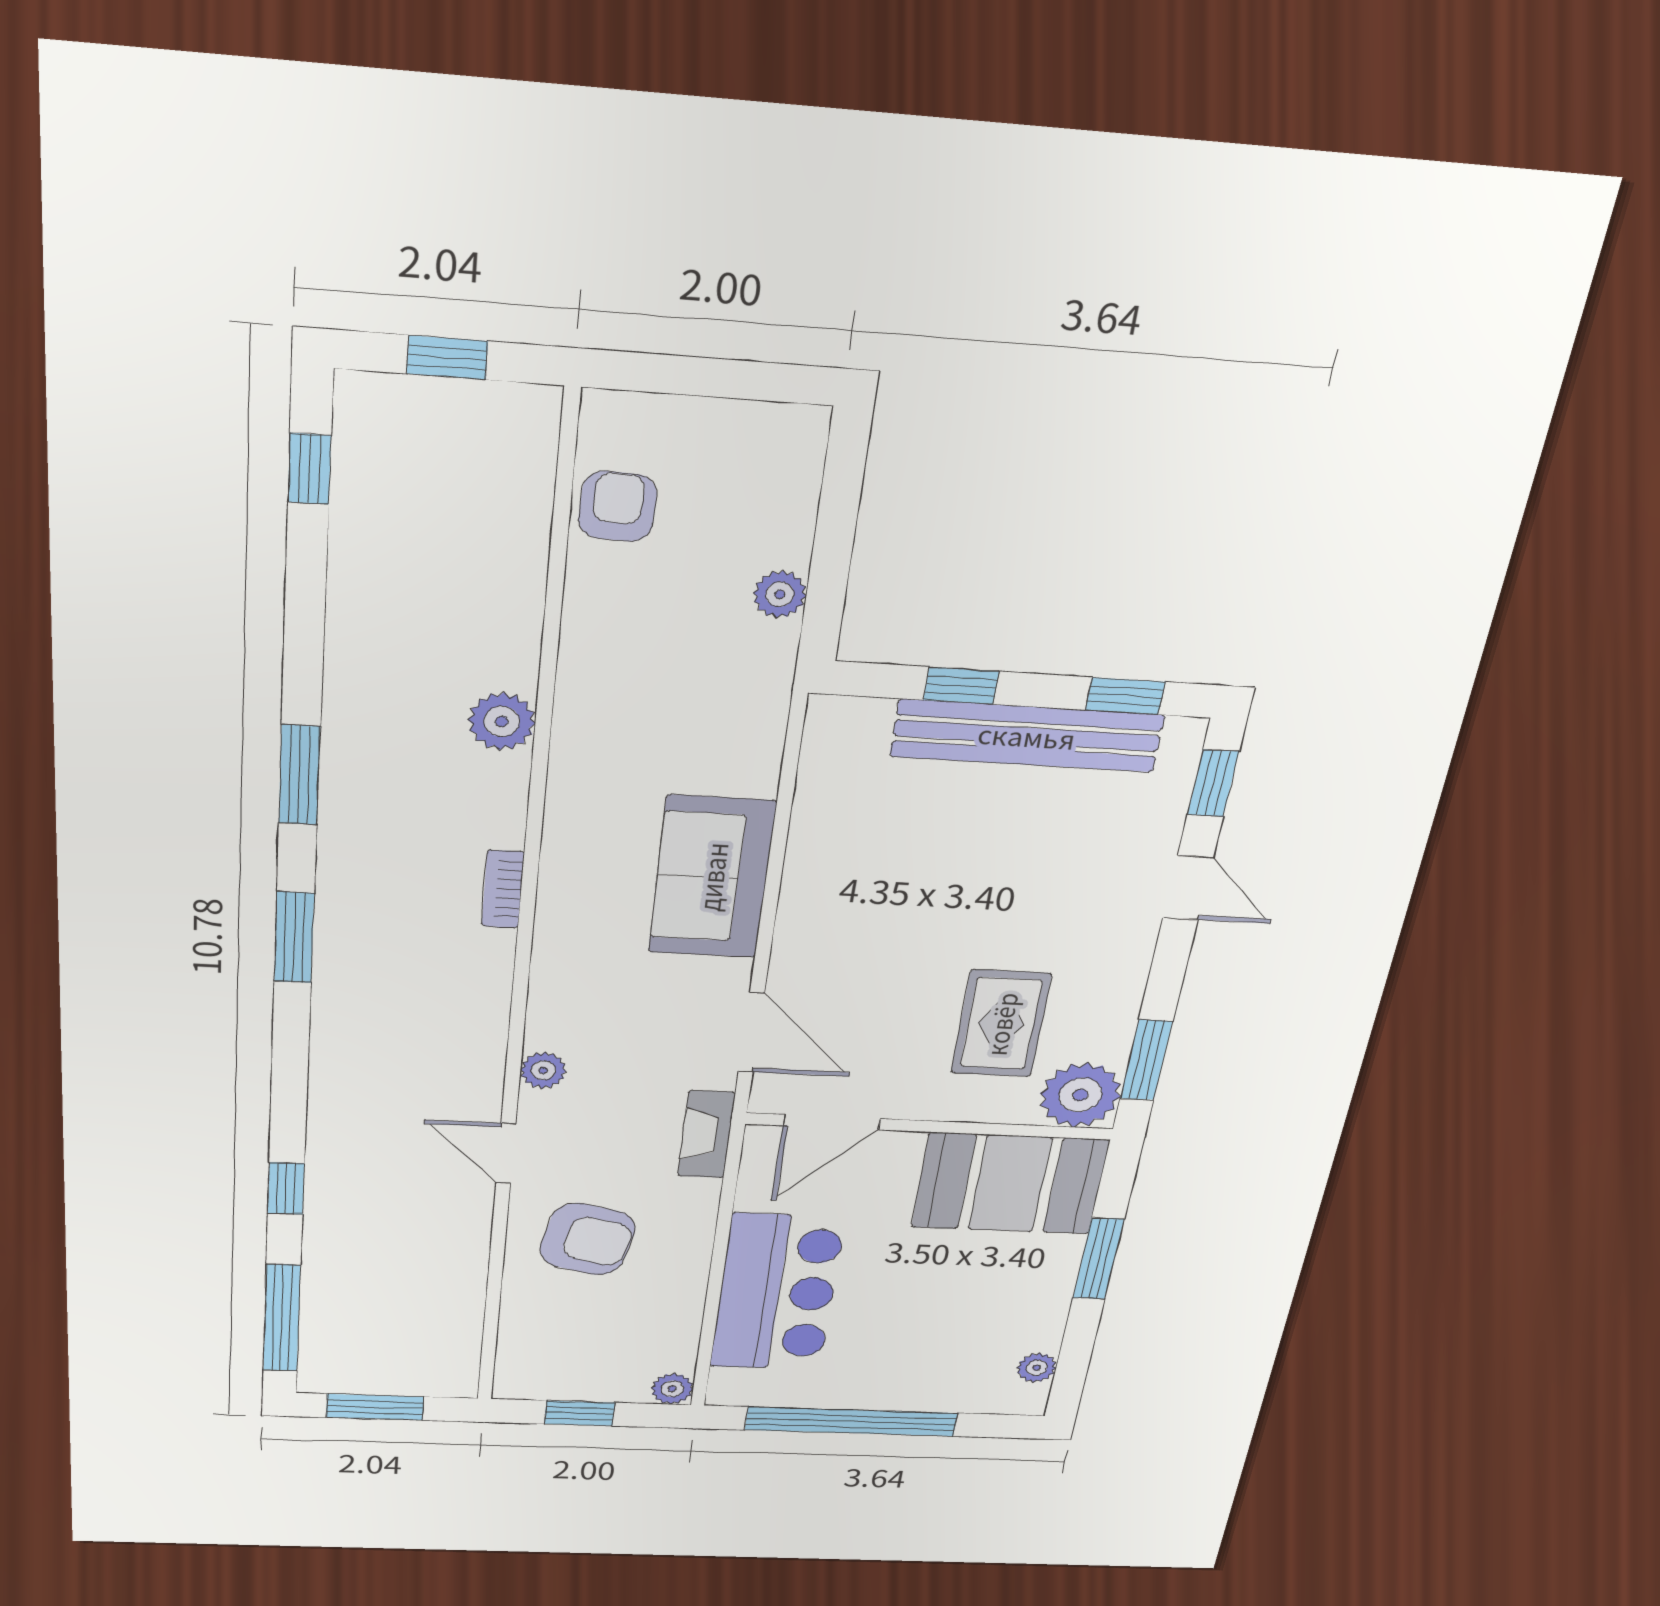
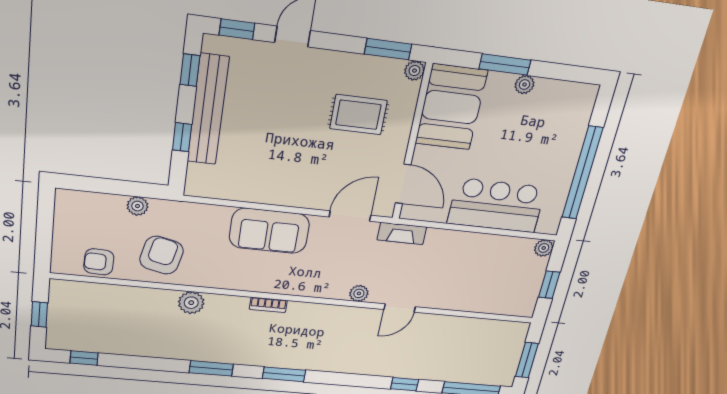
plant: (1080, 1095) -> (414, 71), width x0.53, depth x0.53
armchair: (588, 1239) -> (162, 255), moved
plant: (1037, 1368) -> (525, 85), moved

